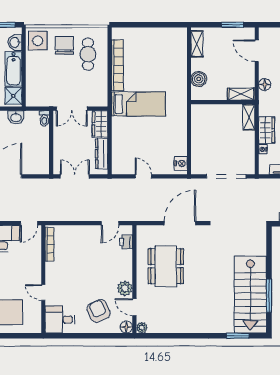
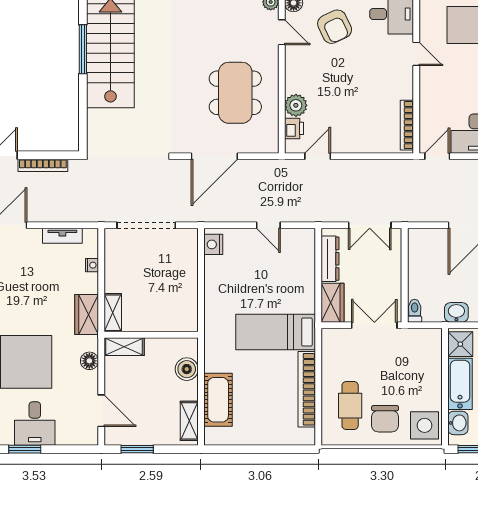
cot: (177, 58) -> (218, 400), added
wardrobe: (267, 130) -> (87, 315), moved
plant: (125, 288) -> (296, 105), moved

